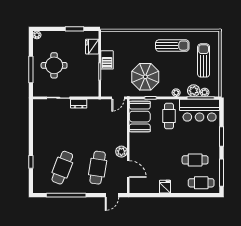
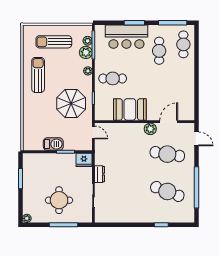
fridge: (92, 47) -> (84, 160), moved
bar counter: (200, 110) -> (126, 37), moved, turned 90
booth: (140, 117) -> (130, 109), moved
fridge: (165, 187) -> (187, 83), removed

